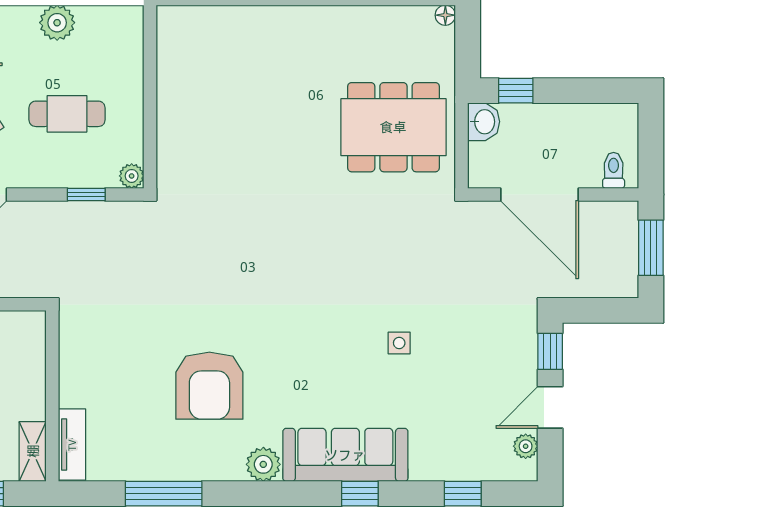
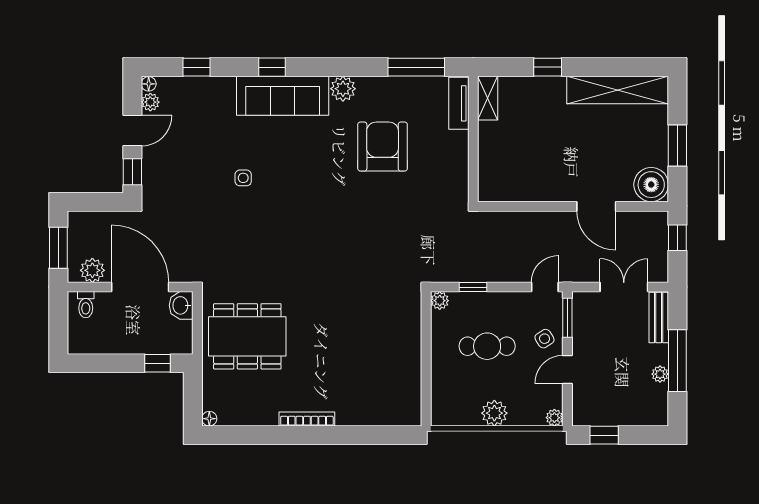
bookcase: (312, 15) -> (307, 419), added
washbasin: (484, 122) -> (181, 305), moved
plant: (604, 217) -> (92, 270), added
wall: (52, 396) -> (473, 139), moved
tv unit: (72, 445) -> (459, 103), moved
shelving: (33, 451) -> (488, 98), moved
floor lamp: (528, 471) -> (149, 84), added

